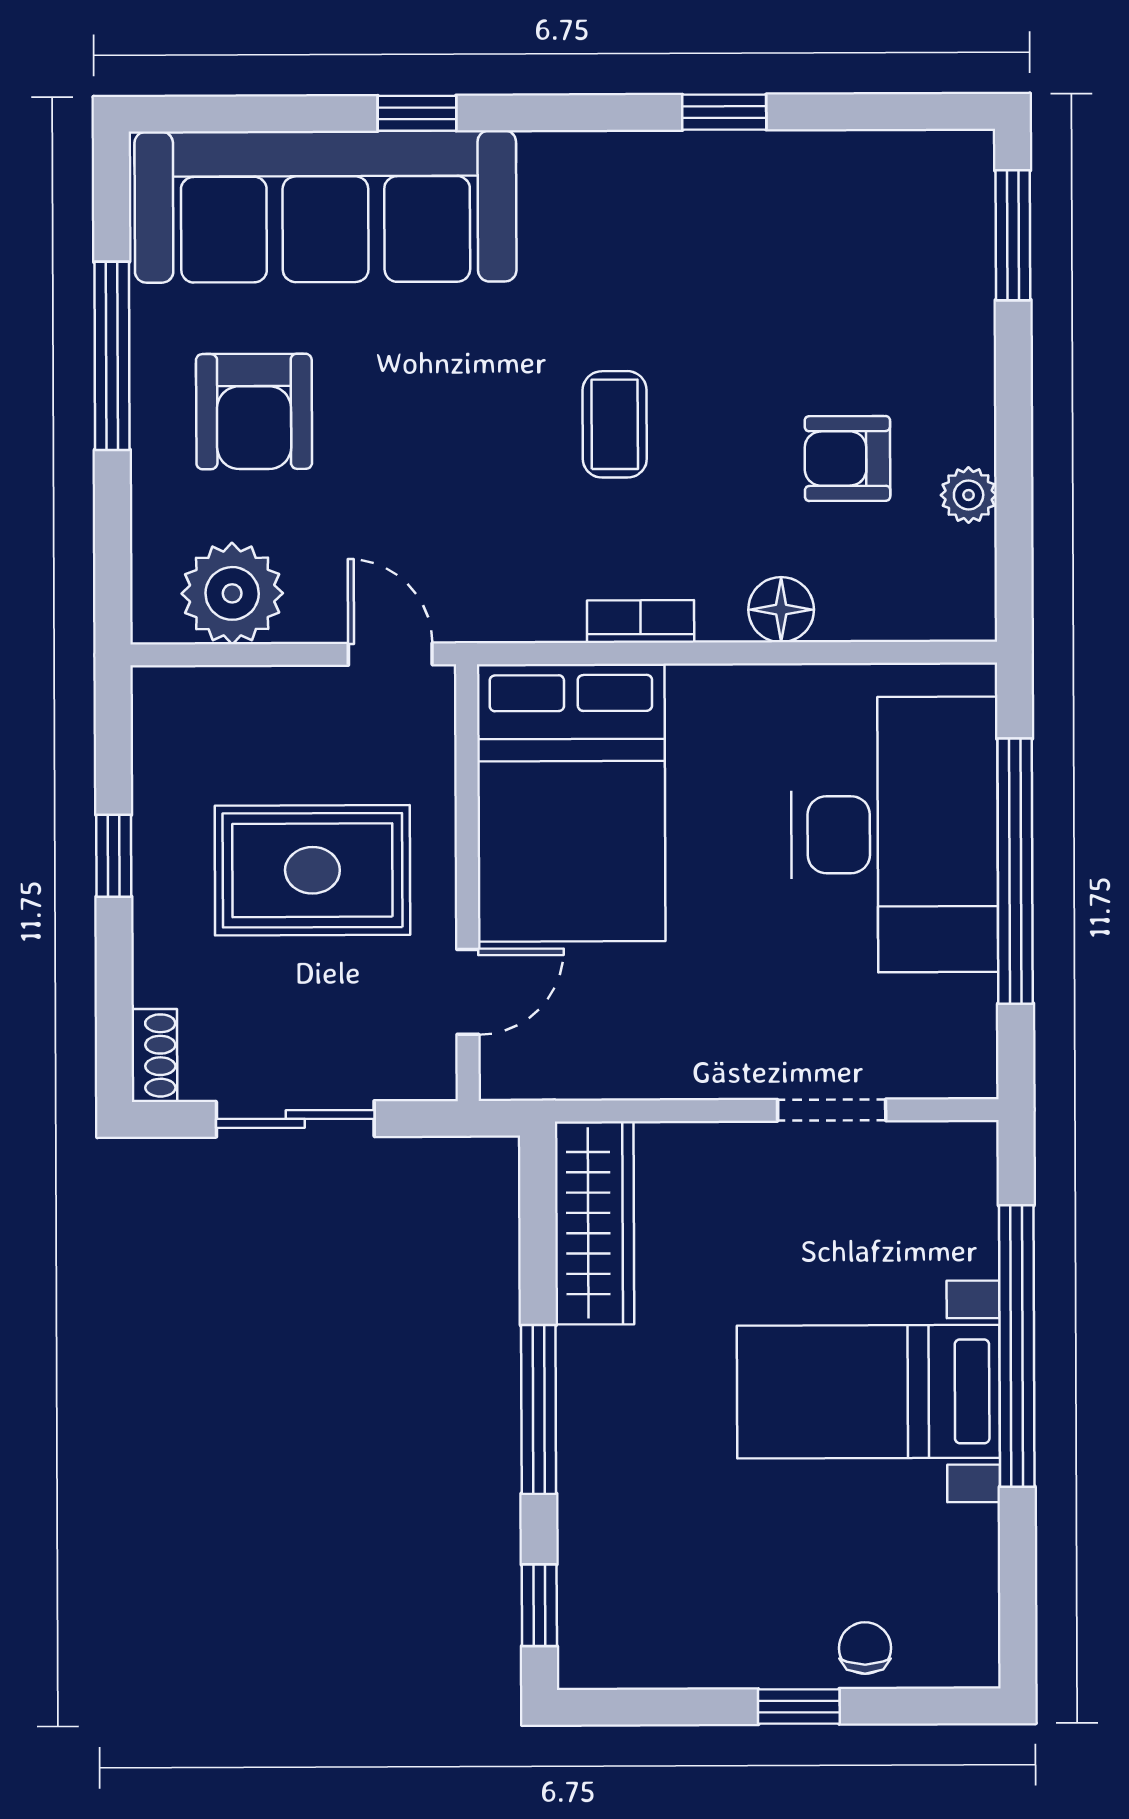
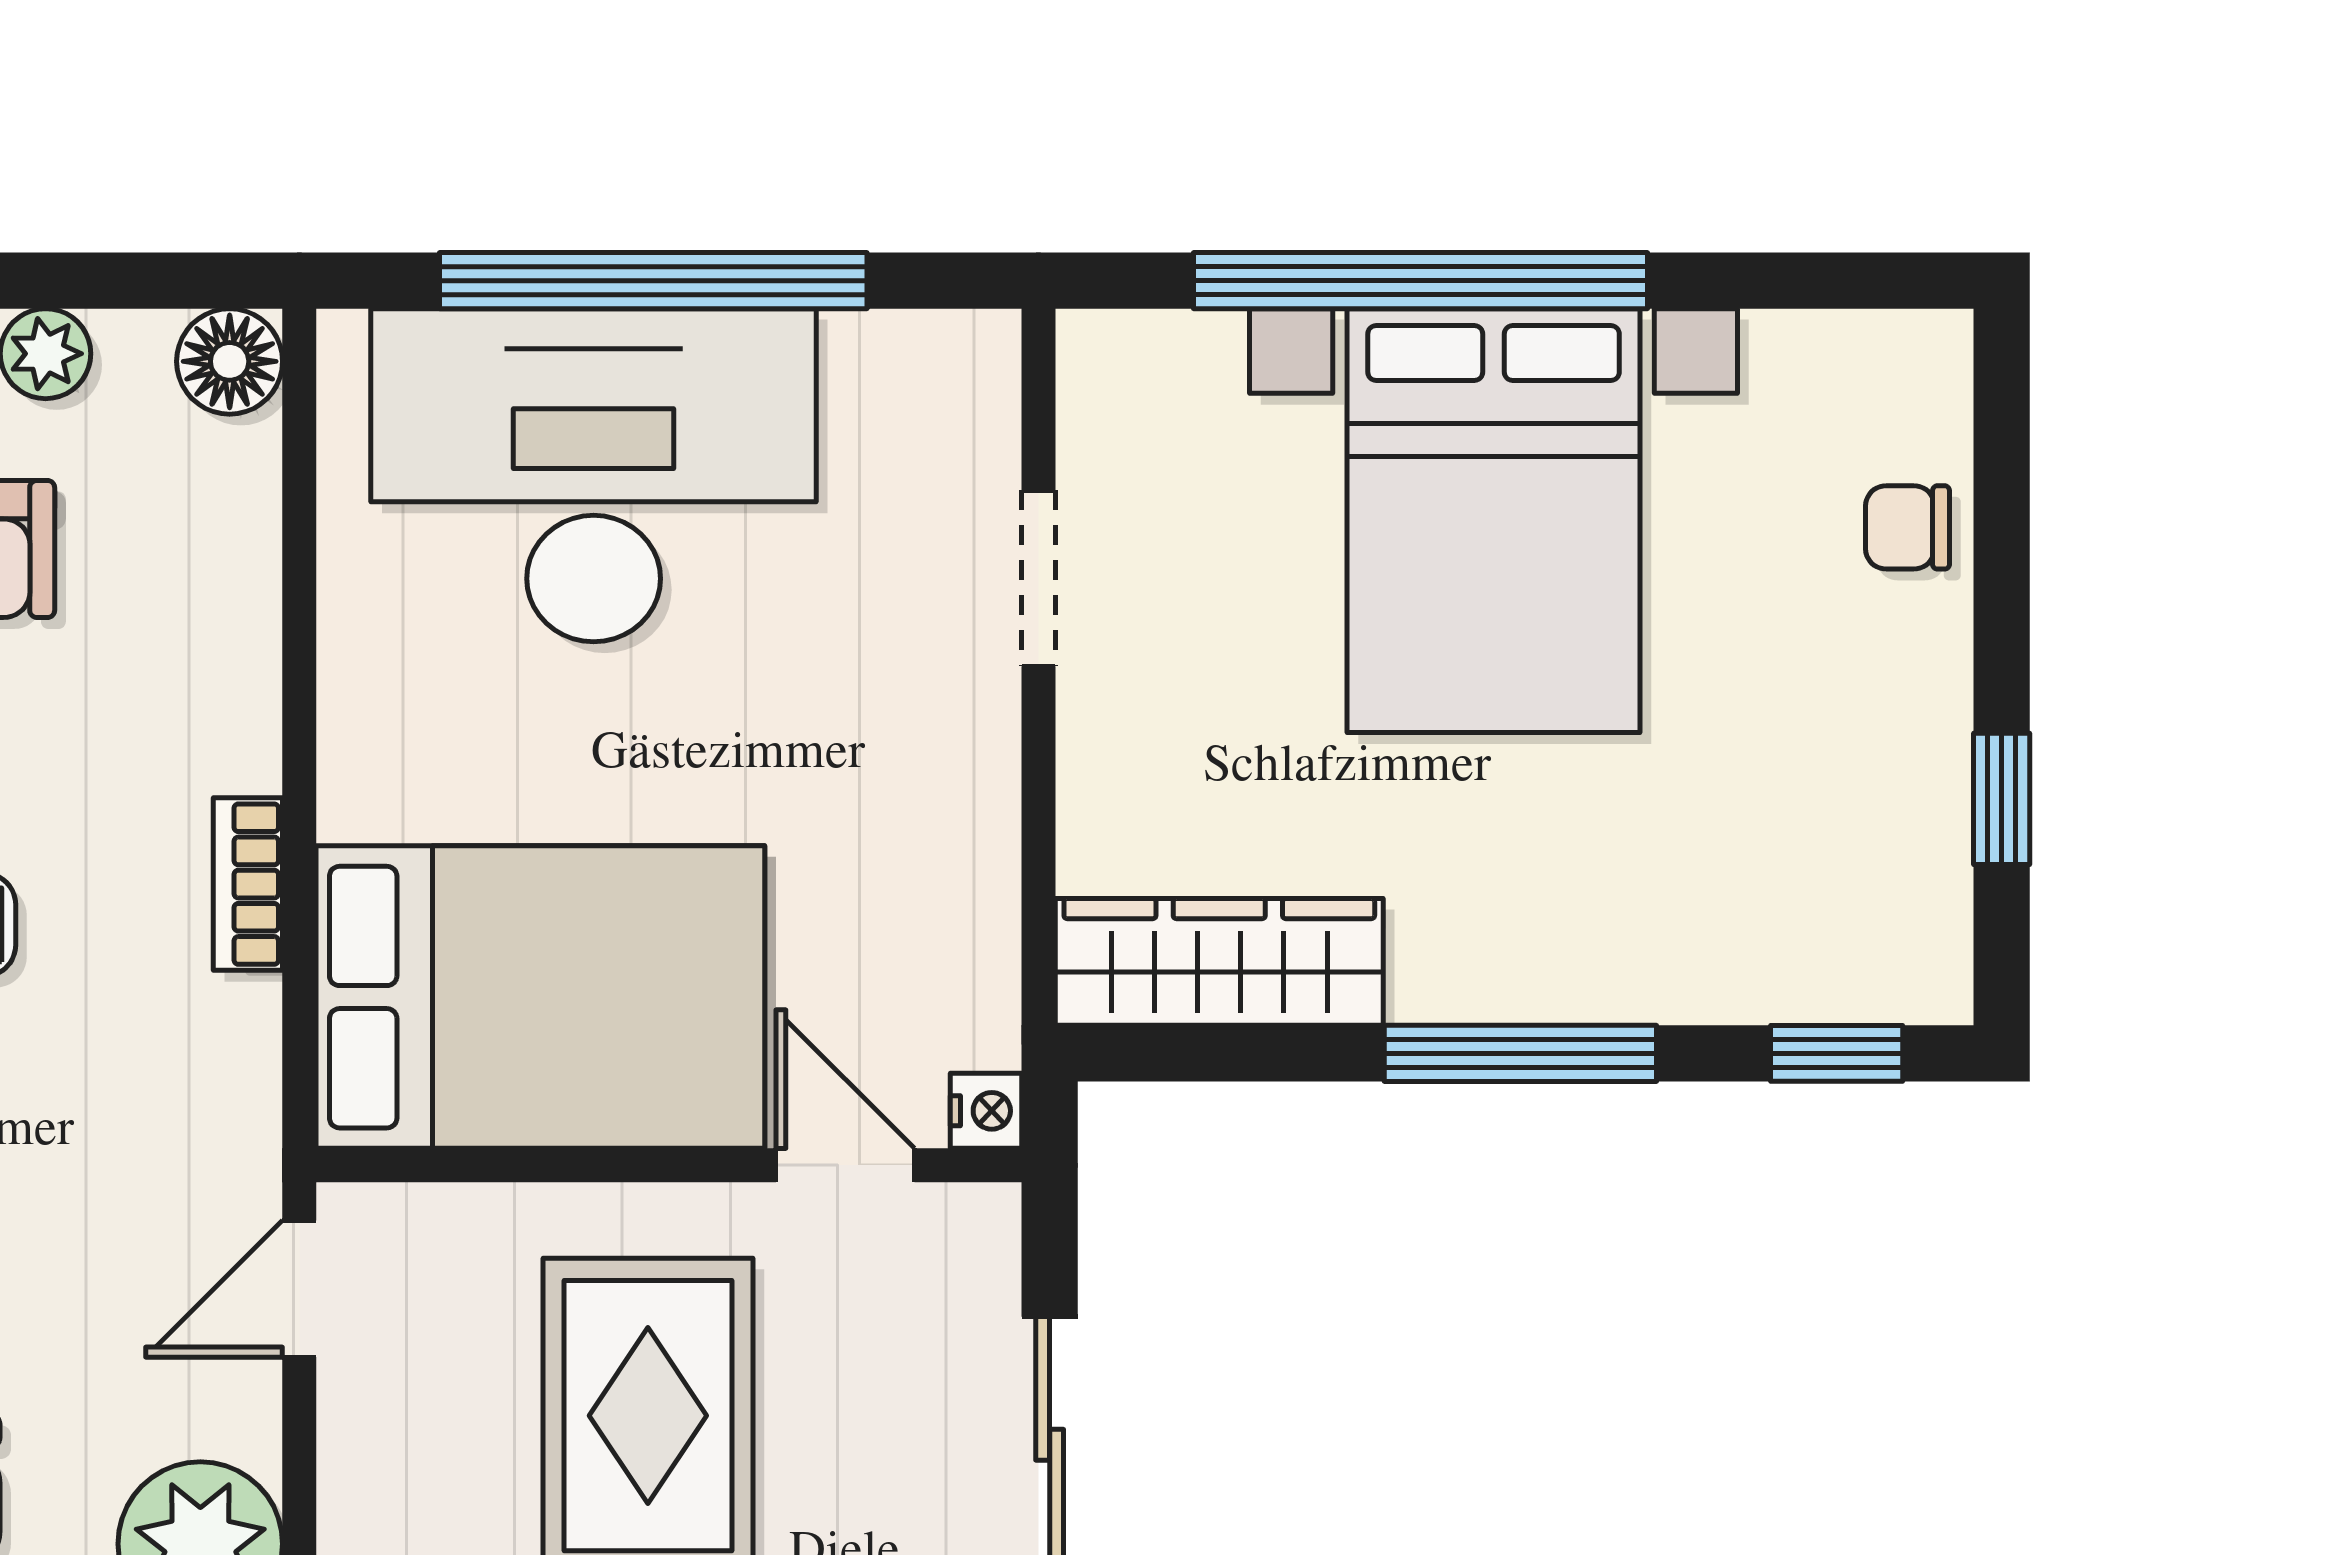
floor lamp: (781, 610) -> (230, 361), moved
nightstand: (502, 1079) -> (986, 1111), added
bed with nightstands: (868, 1392) -> (1494, 521), width x1.36
window: (799, 1707) -> (2002, 799), moved

